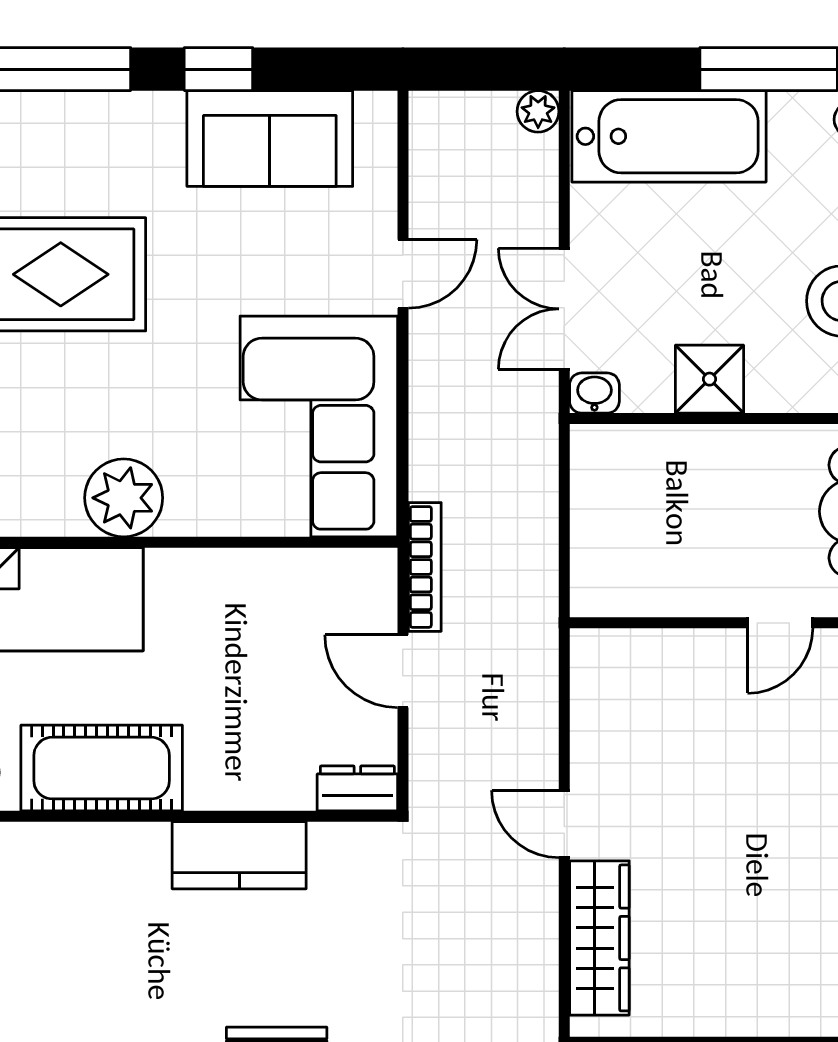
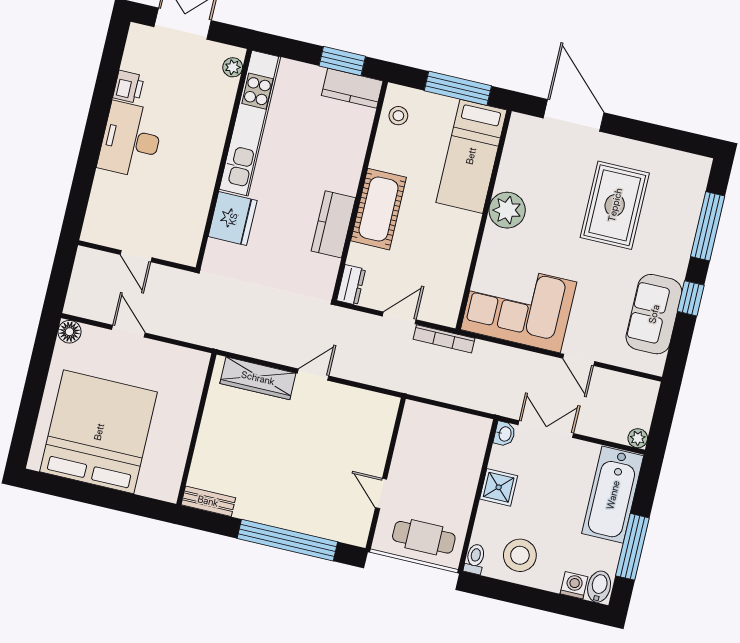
cot: (102, 768) -> (379, 209), moved

